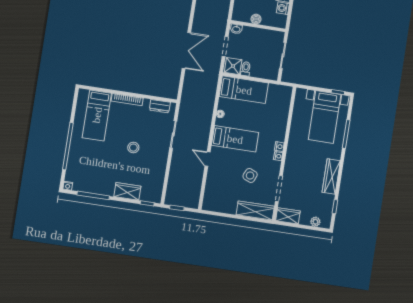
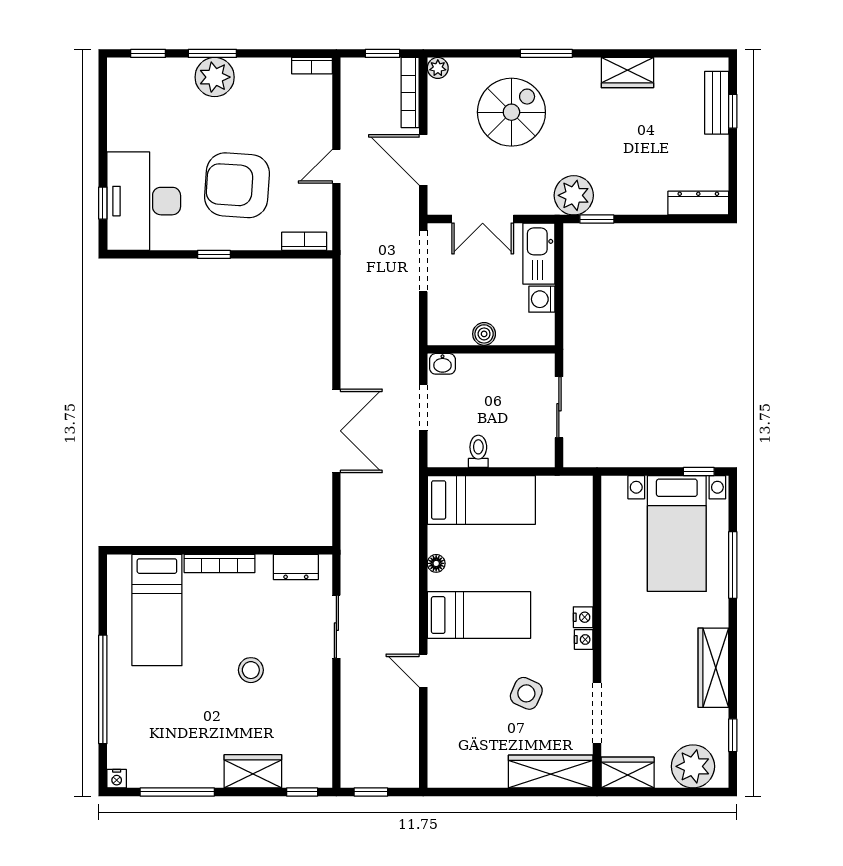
shower: (233, 66) -> (448, 450), removed
plant: (315, 222) -> (693, 766), width x1.87, depth x1.87

